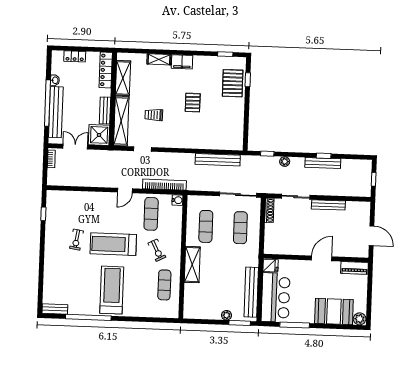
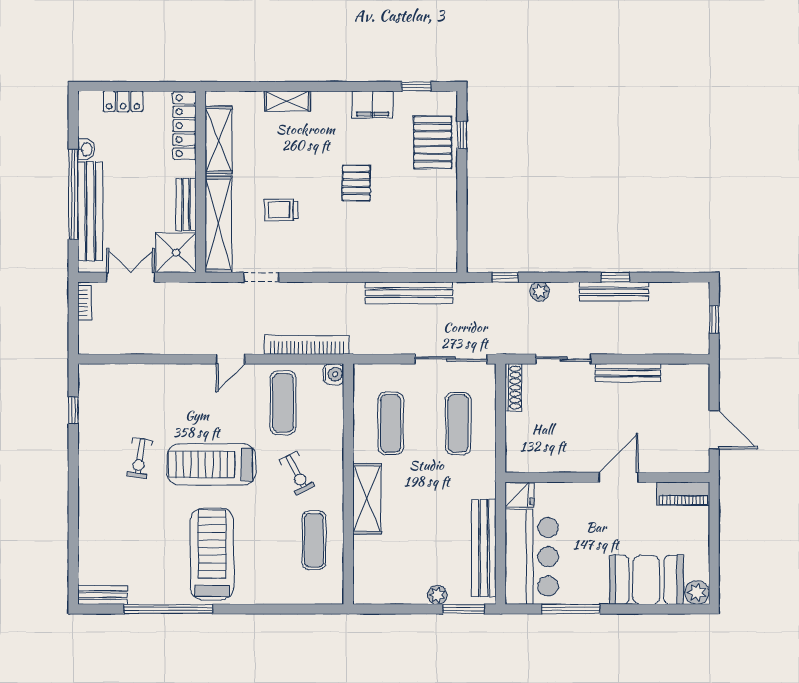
filing cabinet: (182, 62) -> (373, 104), moved

